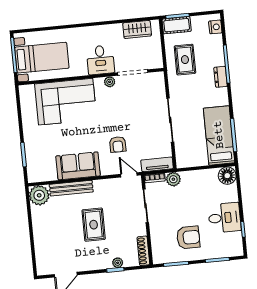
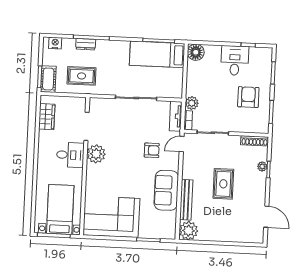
dresser: (221, 77) -> (86, 44), moved
plant: (110, 82) -> (96, 154), width x1.88, depth x1.88
corner sofa: (66, 102) -> (111, 217), moved, turned -90
rug: (94, 225) -> (223, 184), turned 90

